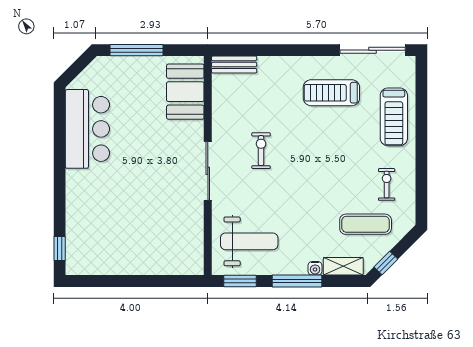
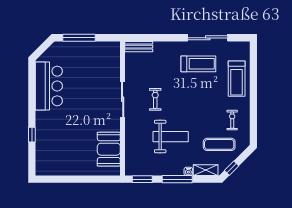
sliding door: (373, 50) -> (208, 38), moved
booth: (185, 92) -> (109, 149), moved
treadmill: (331, 93) -> (198, 64), turned 180
sliding door: (208, 171) -> (123, 99), moved
weight bench: (249, 241) -> (171, 137), moved
window: (60, 249) -> (32, 135), moved

